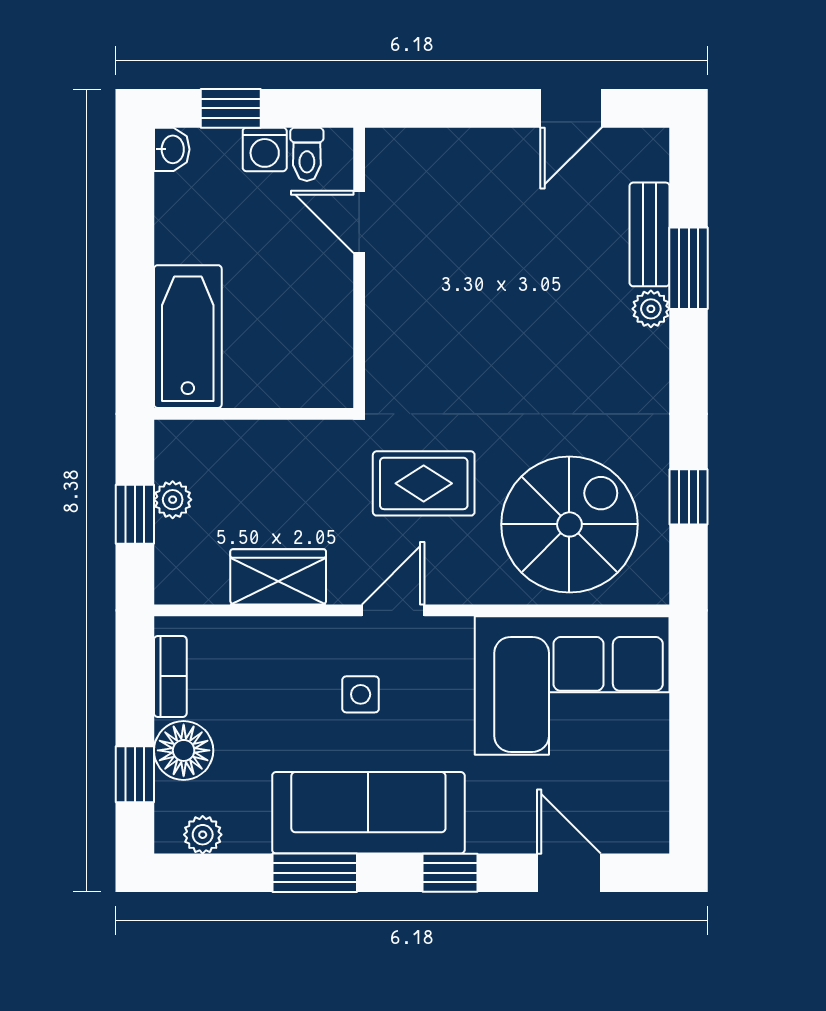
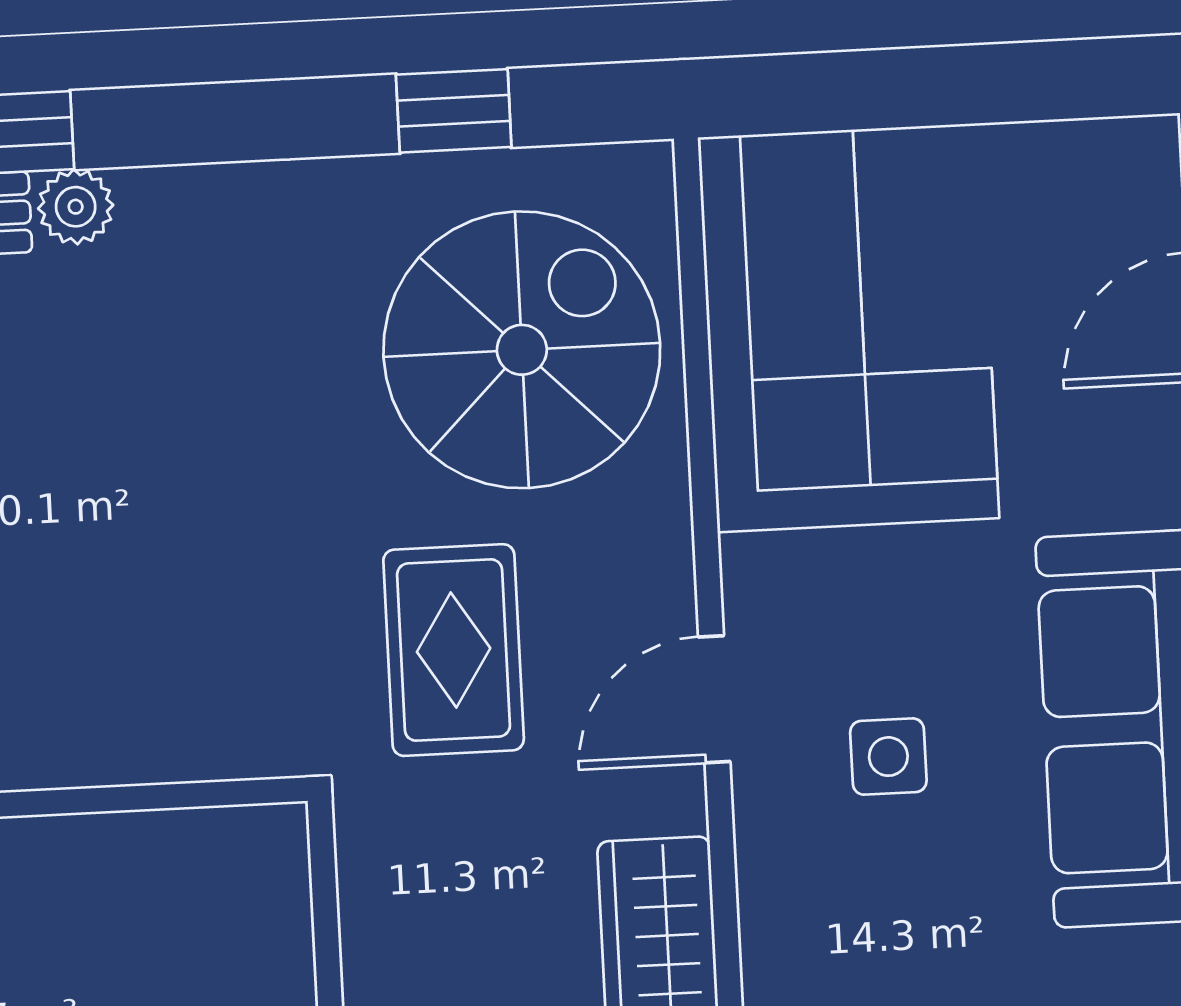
spiral stairs: (569, 524) -> (522, 350), turned 90
door: (393, 610) -> (714, 699), hinge flipped

